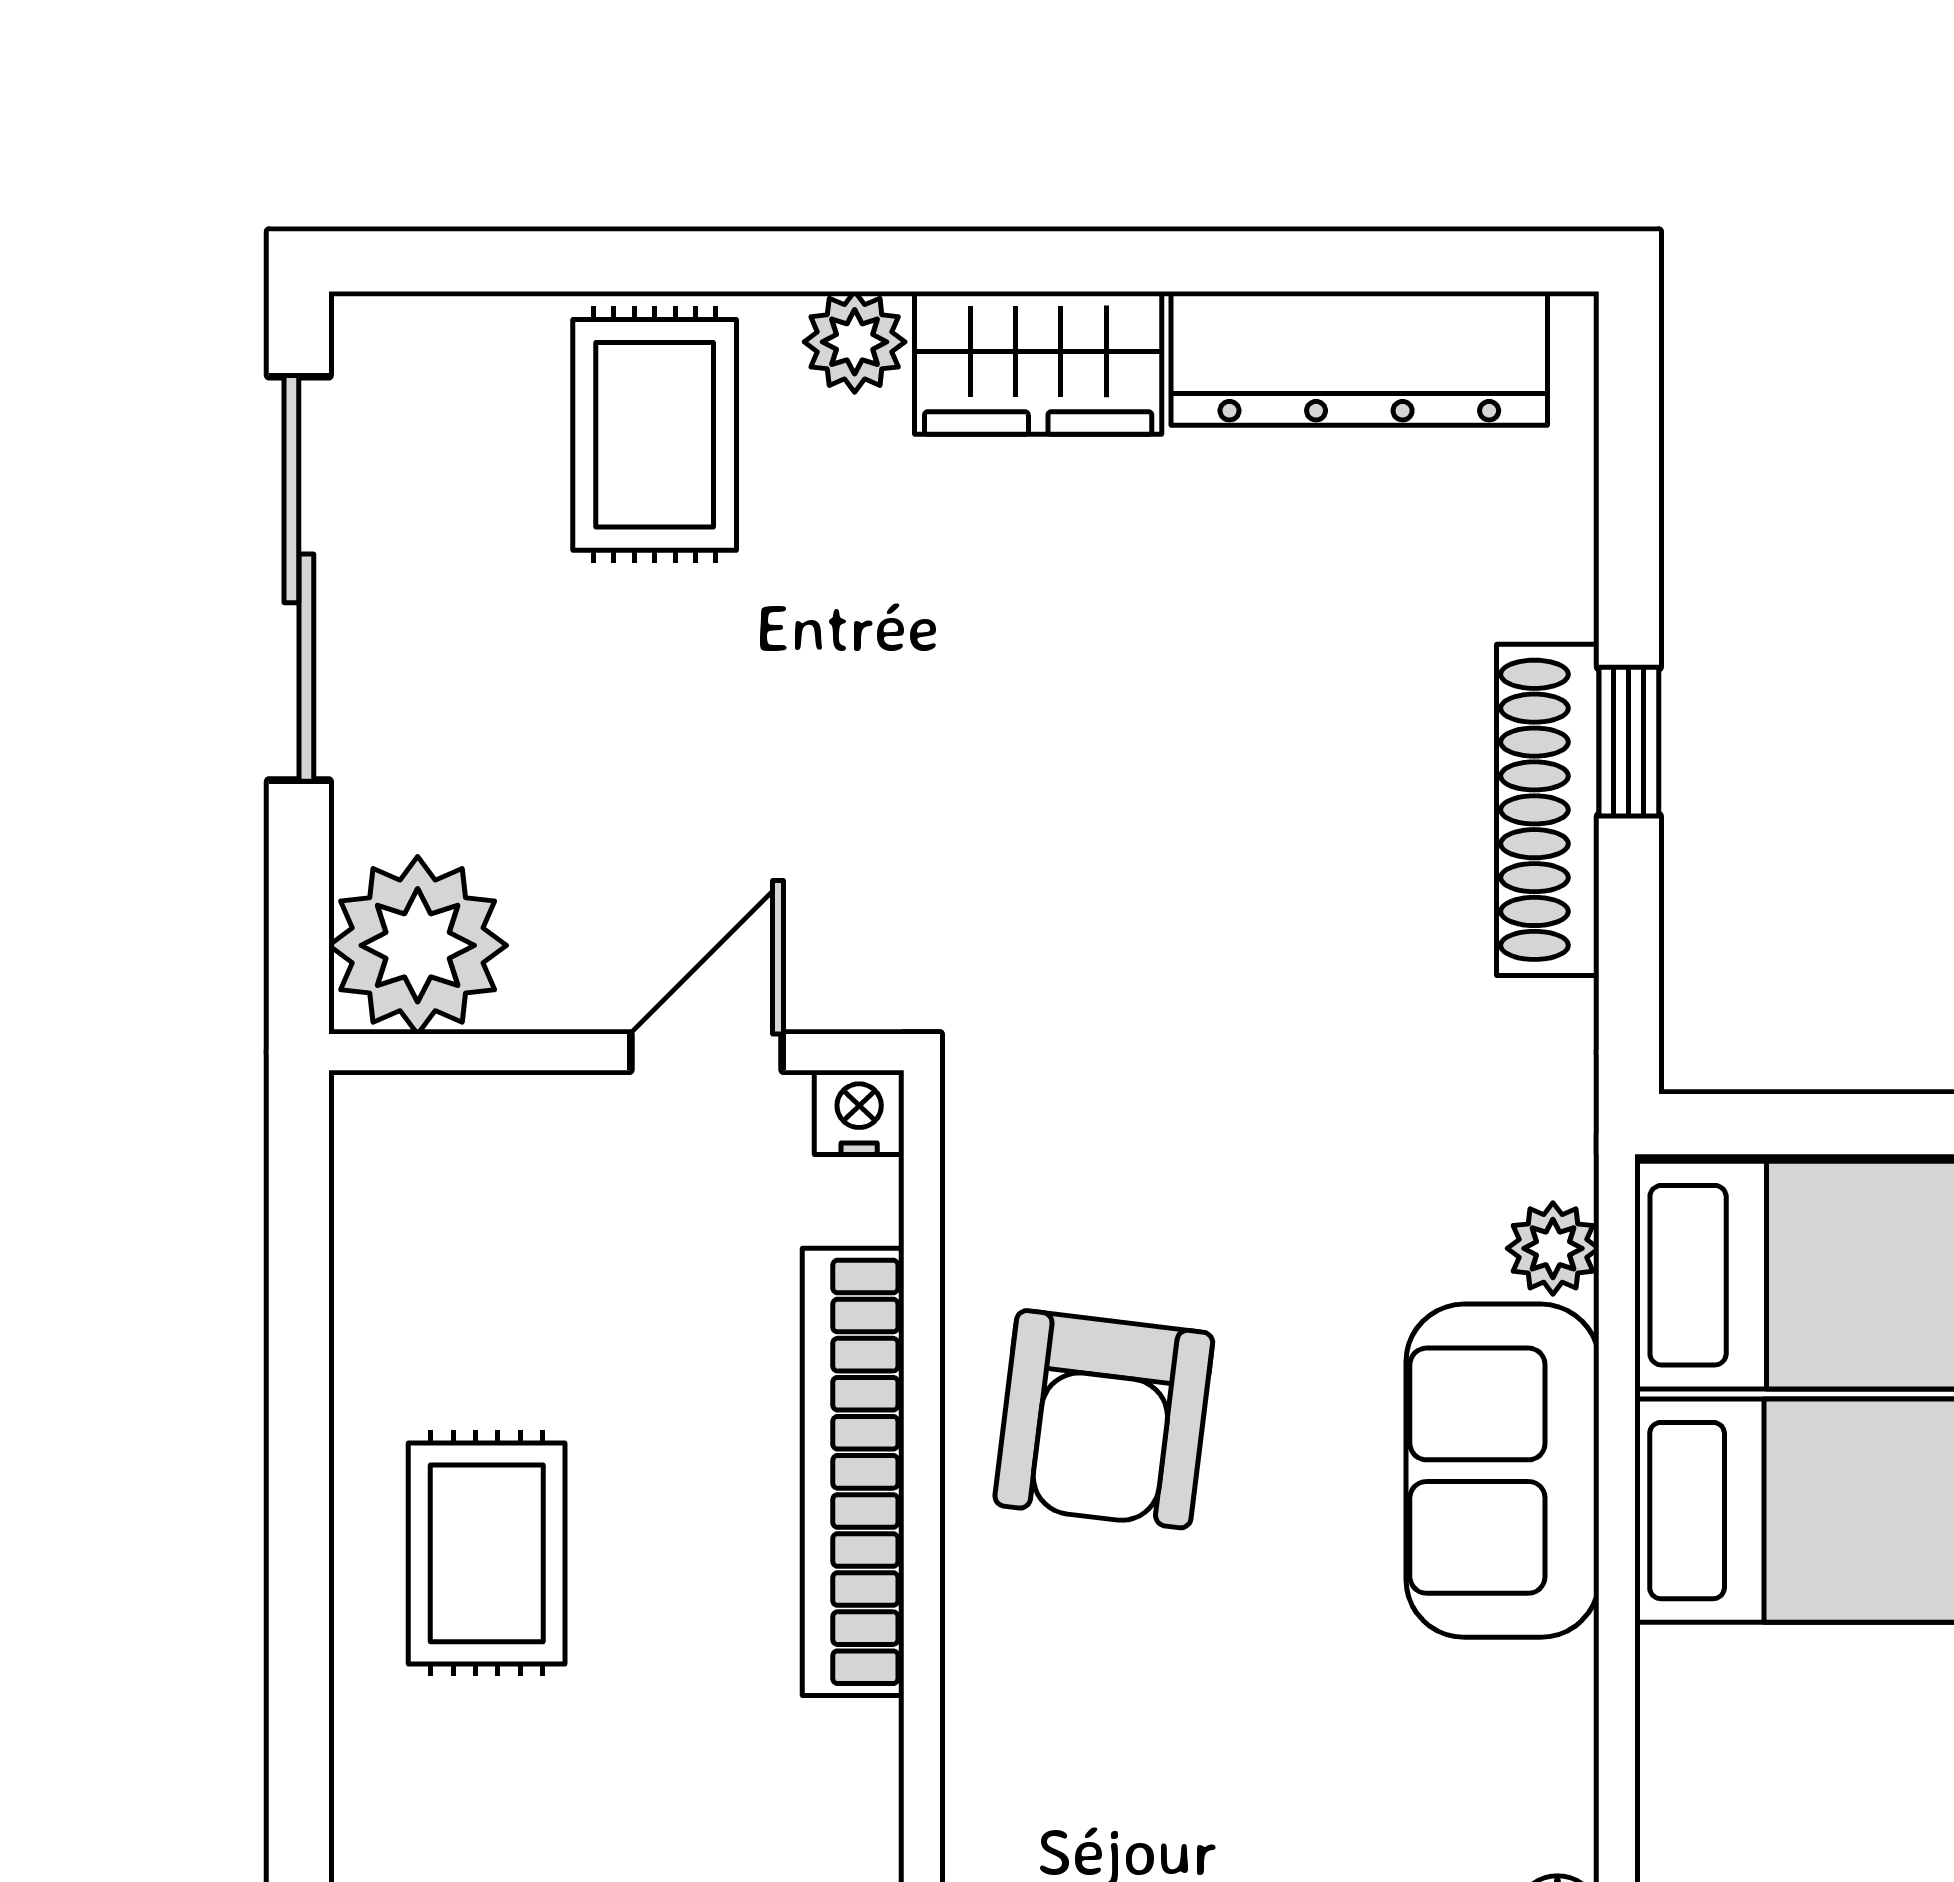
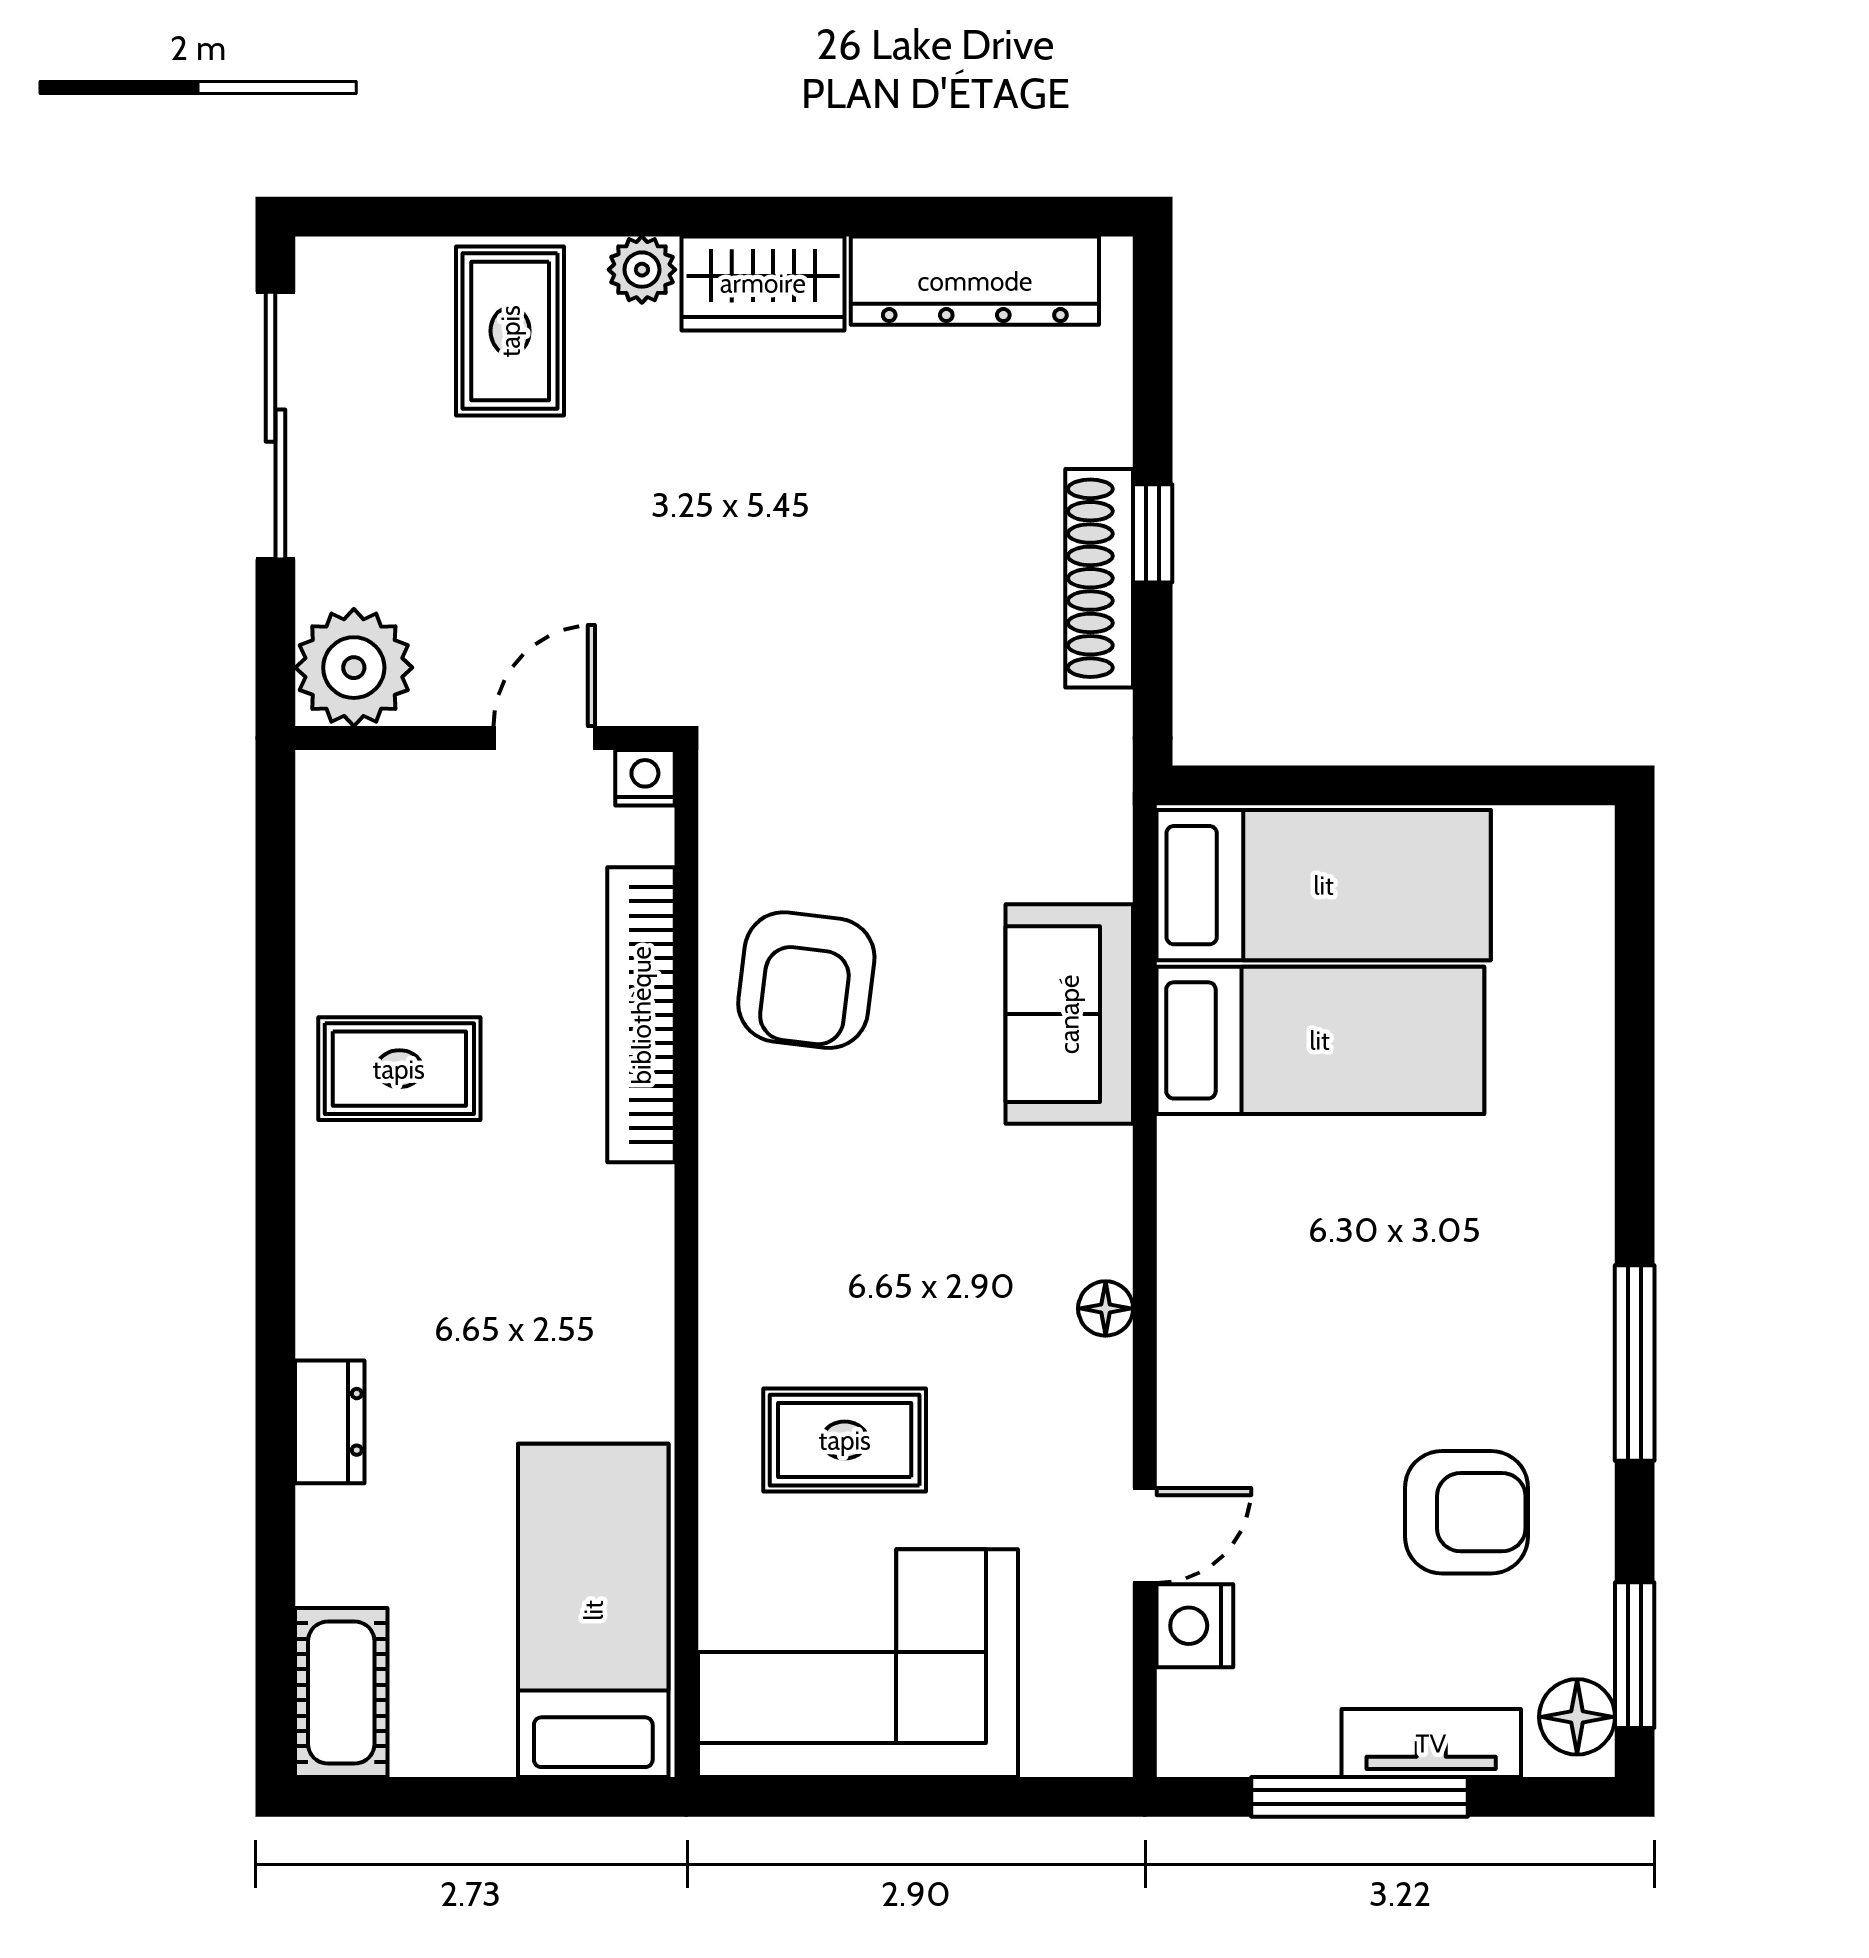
plant: (1553, 1248) -> (1103, 868), removed
rug: (487, 1553) -> (399, 1069), turned 90

